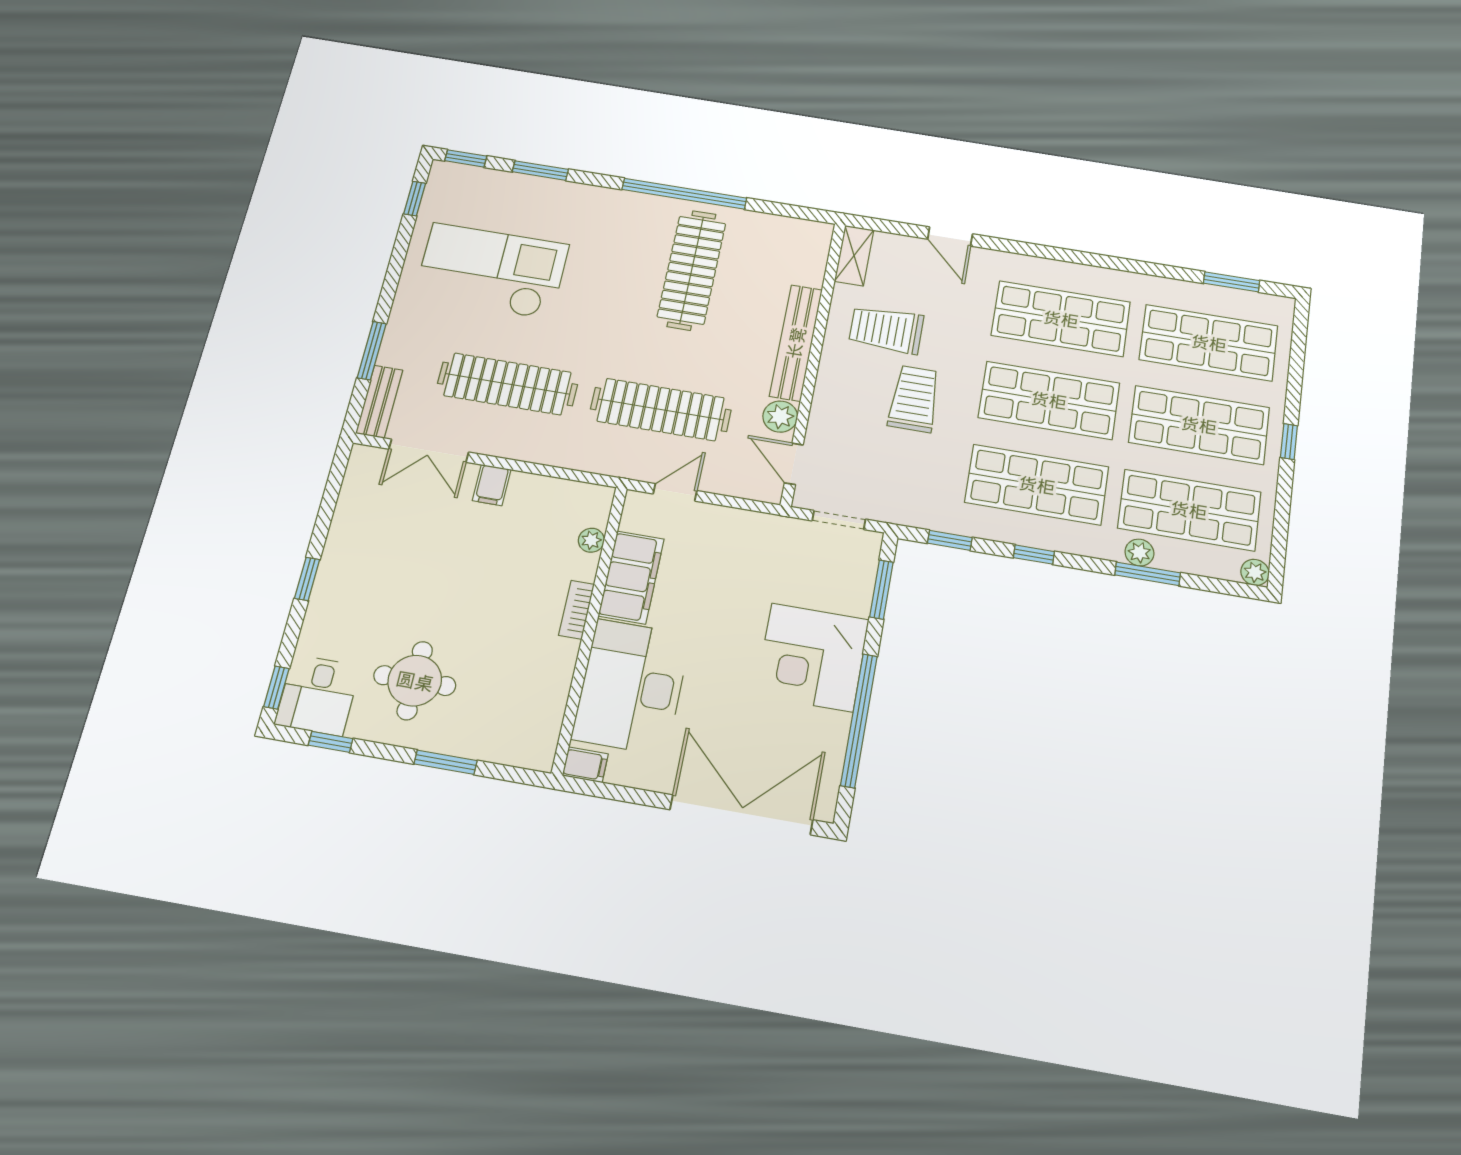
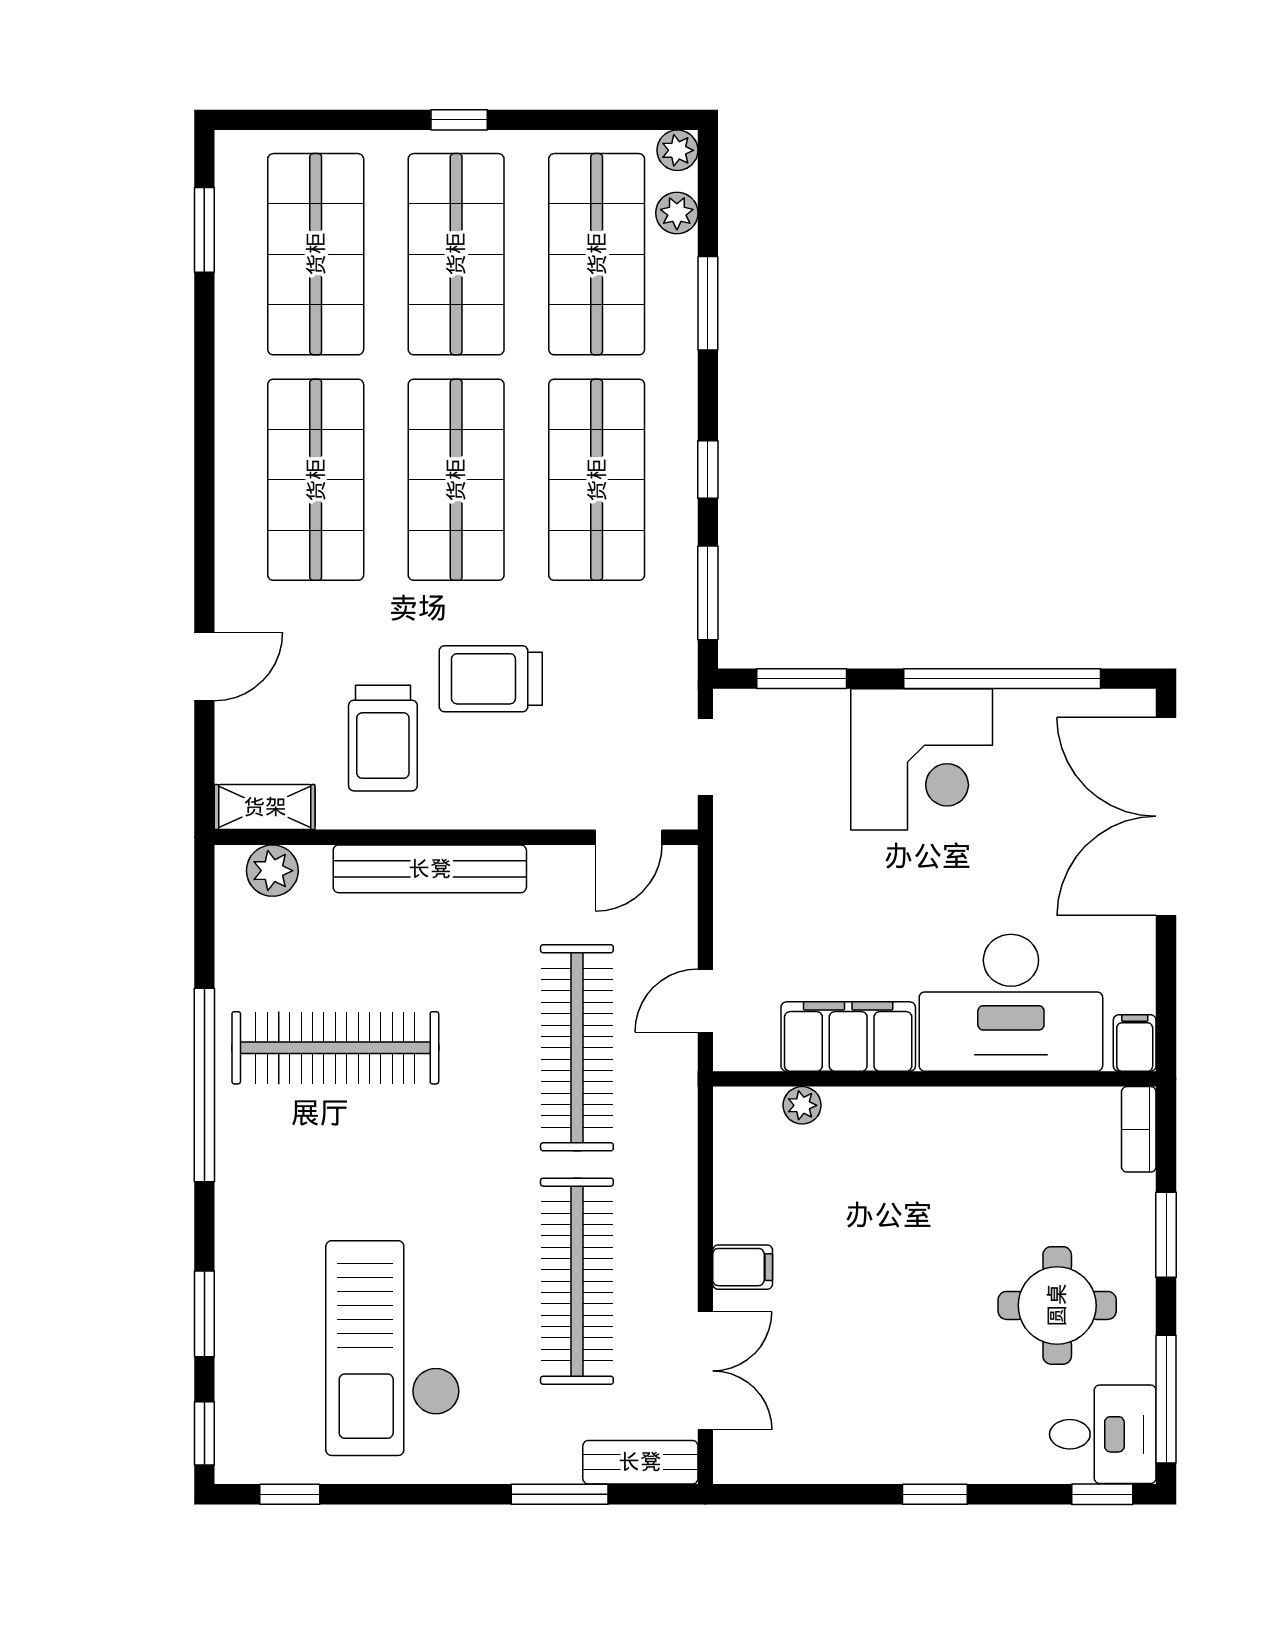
plant: (780, 417) -> (272, 871), moved
door: (675, 492) -> (705, 1001), hinge flipped
window: (950, 540) -> (708, 593), width x1.50
plant: (1139, 553) -> (677, 213), moved
bookcase: (577, 610) -> (1139, 1129), moved, turned 90
window: (331, 742) -> (1166, 1399), width x2.17

